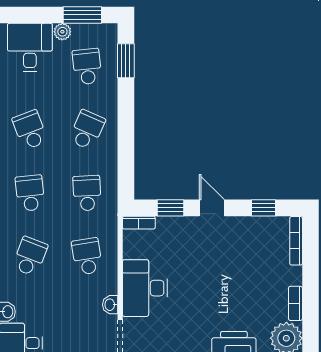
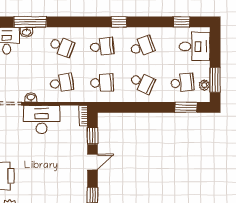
plant: (62, 32) -> (204, 85), moved

